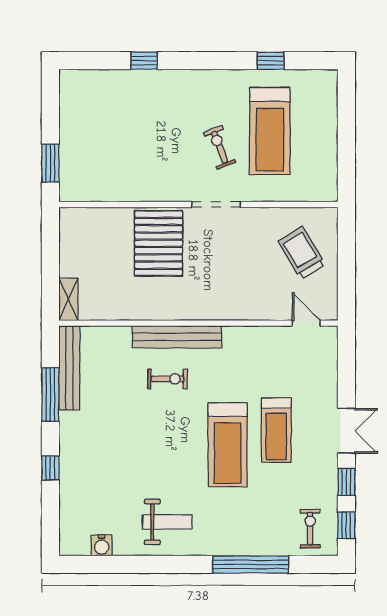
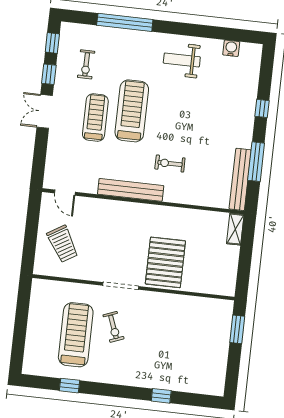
bench: (177, 337) -> (131, 190), moved
exercise bike: (310, 528) -> (86, 64), moved

